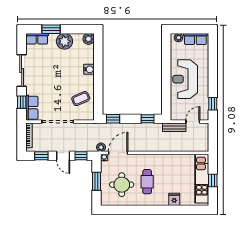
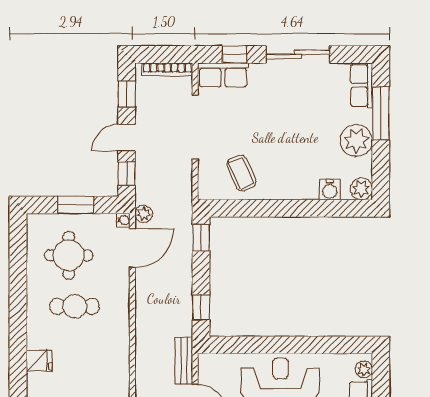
window: (51, 29) -> (381, 113), width x1.44
water cooler: (89, 69) -> (330, 190), moved
door: (118, 153) -> (132, 248), hinge flipped

